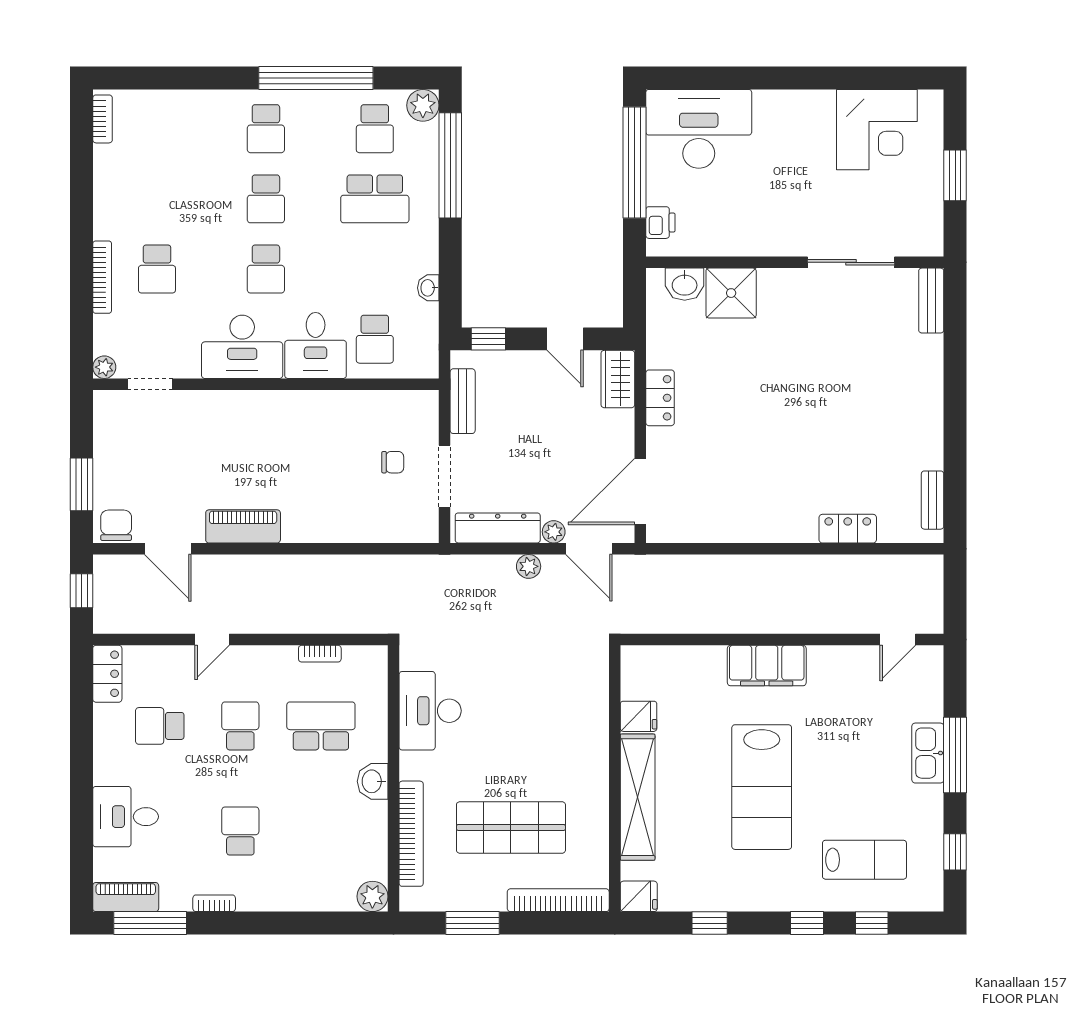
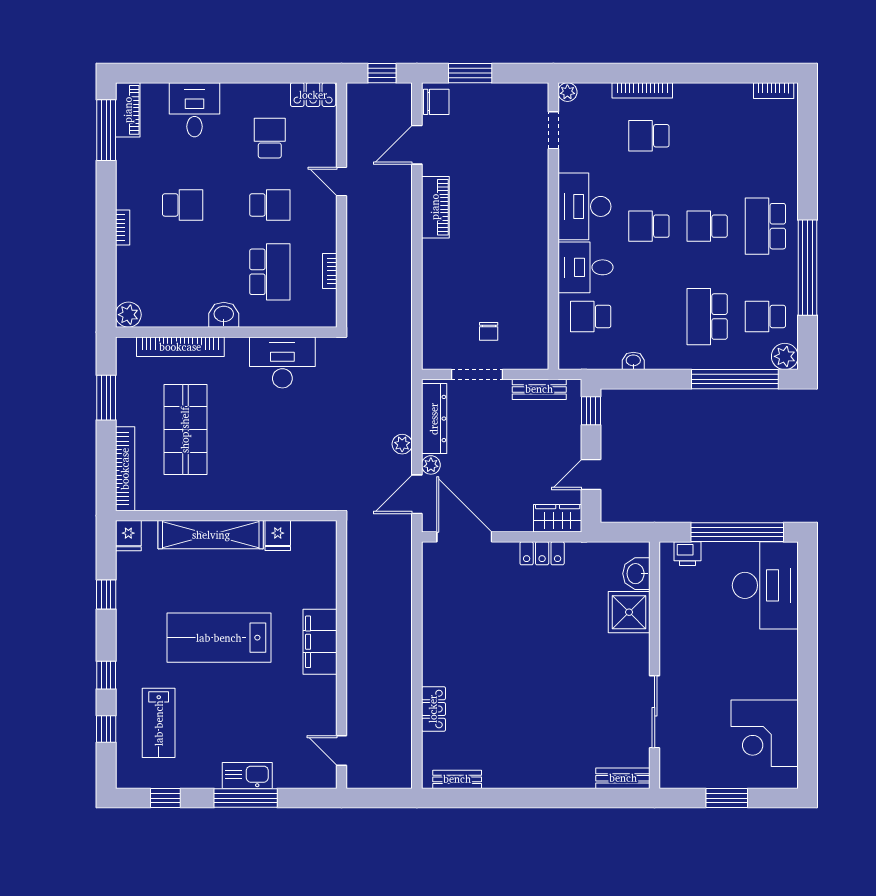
school desk: (266, 129) -> (765, 226), width x1.85
bookcase: (214, 903) -> (123, 228), moved

